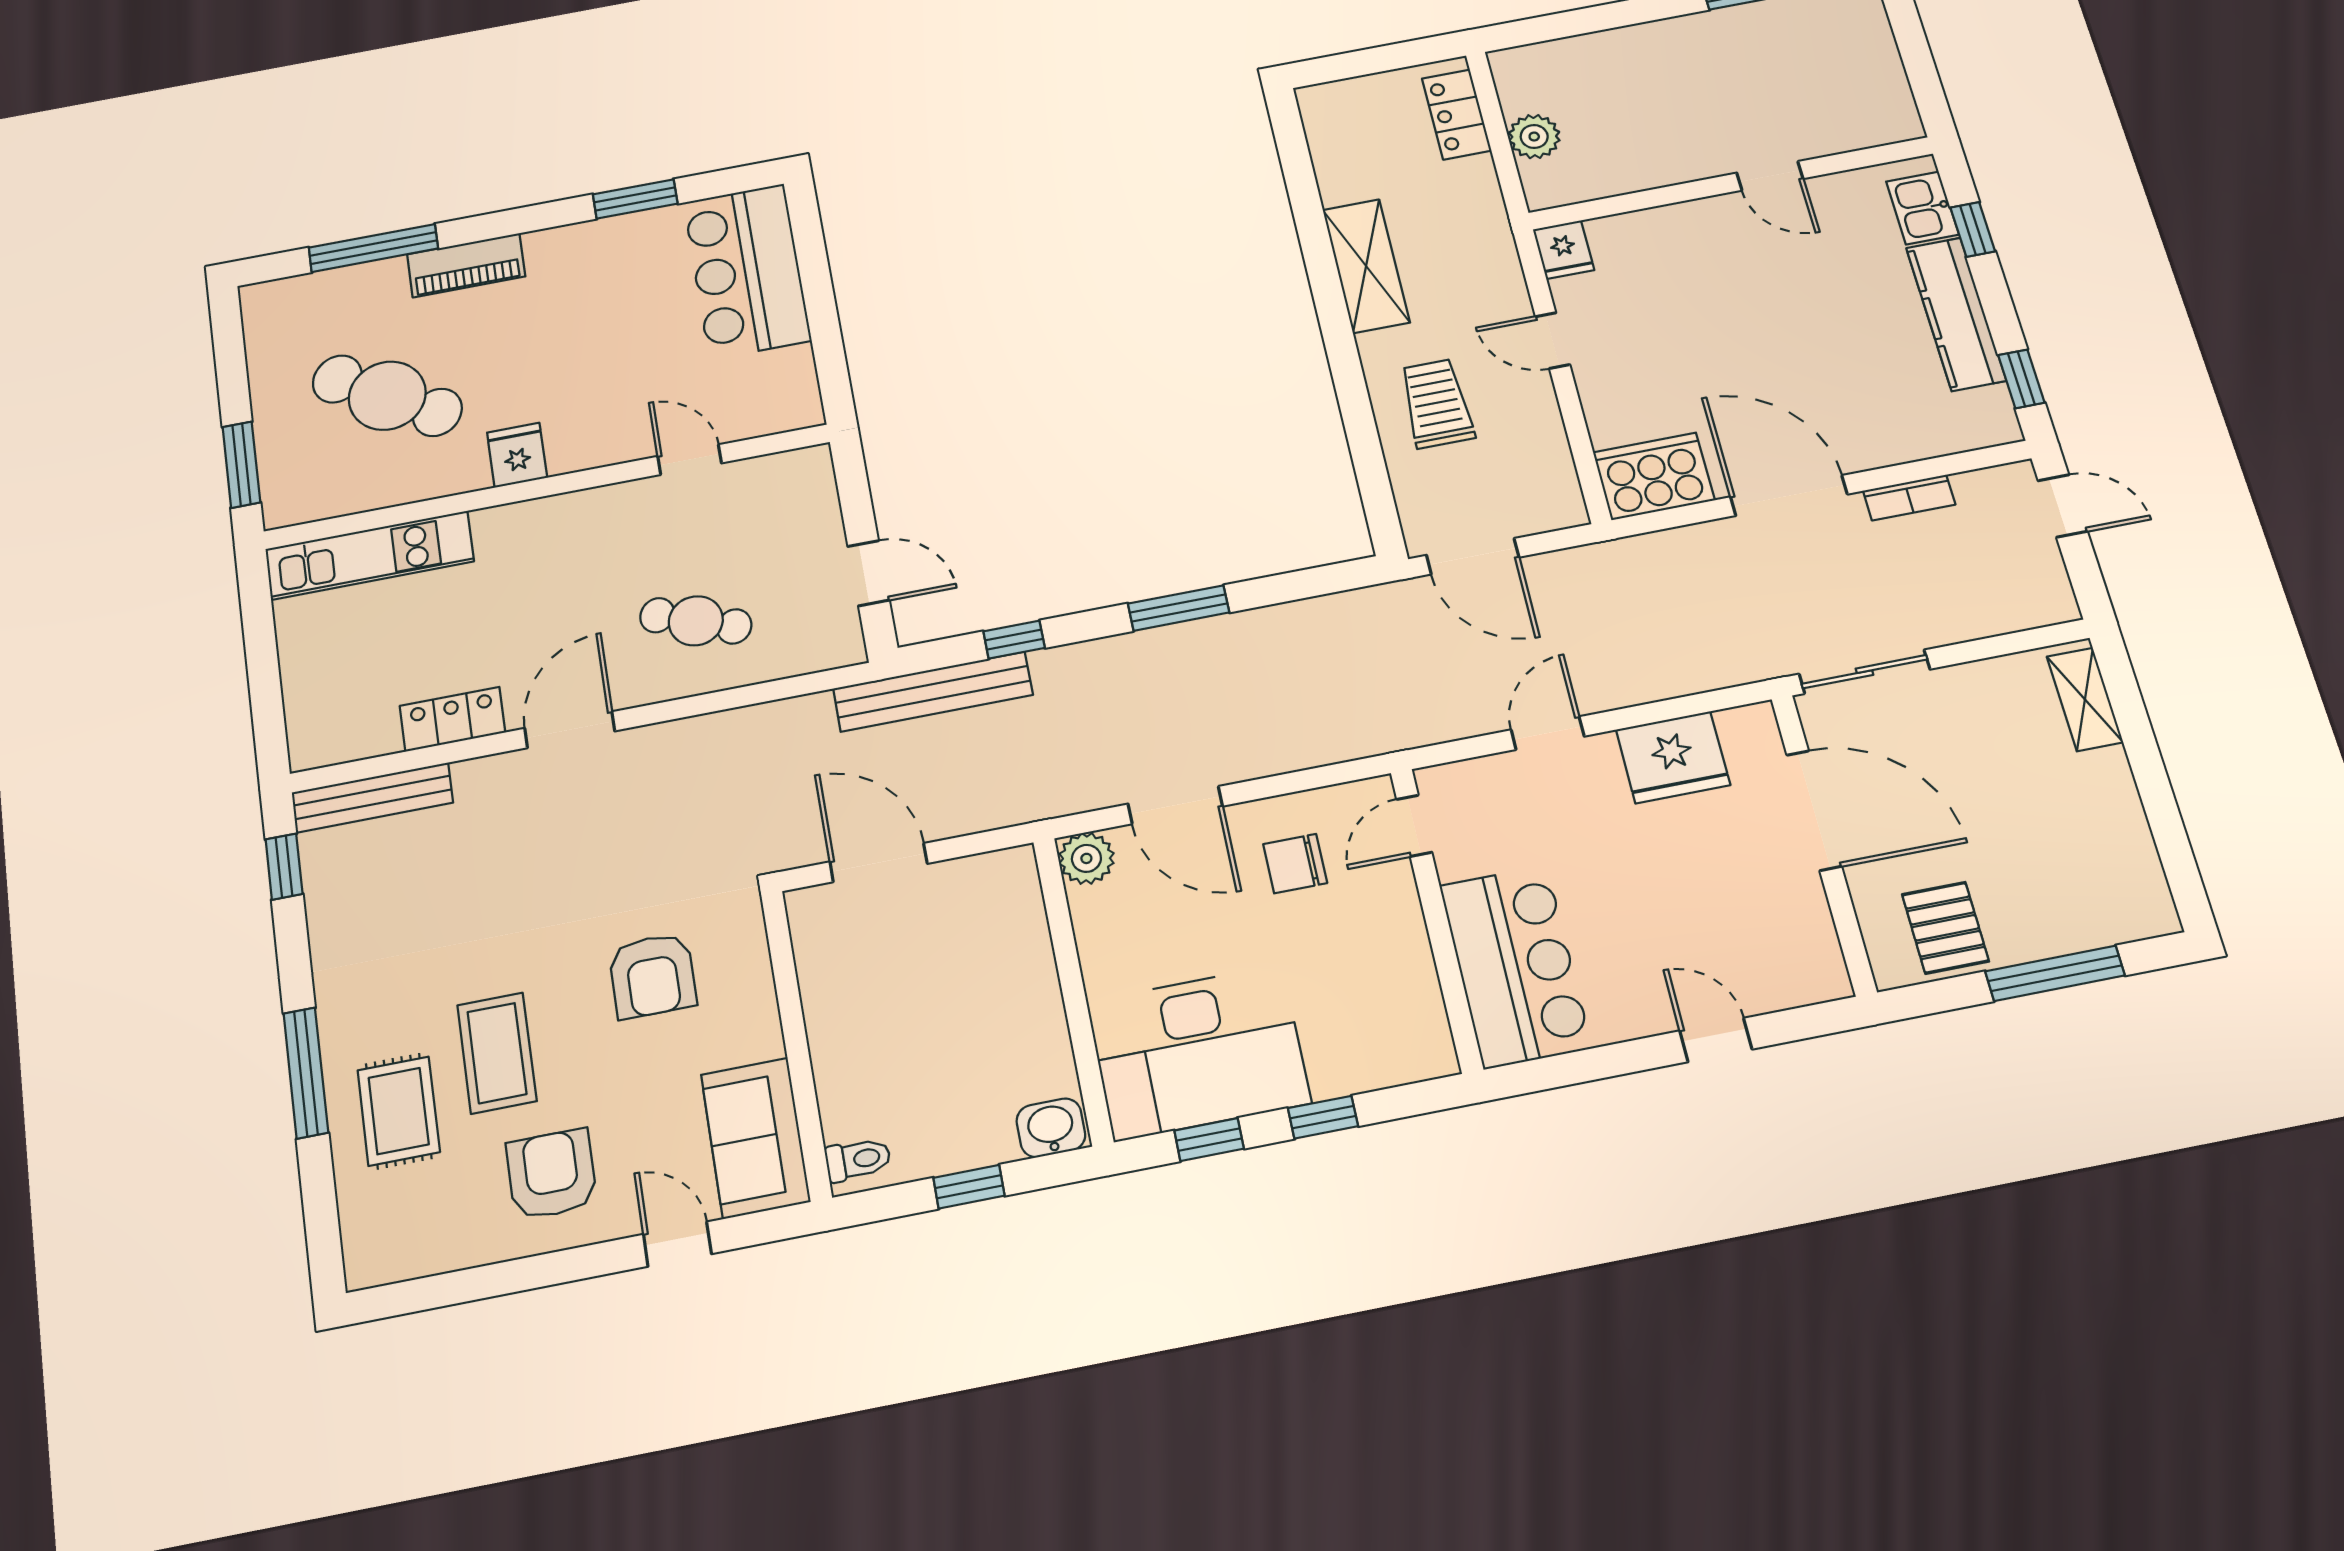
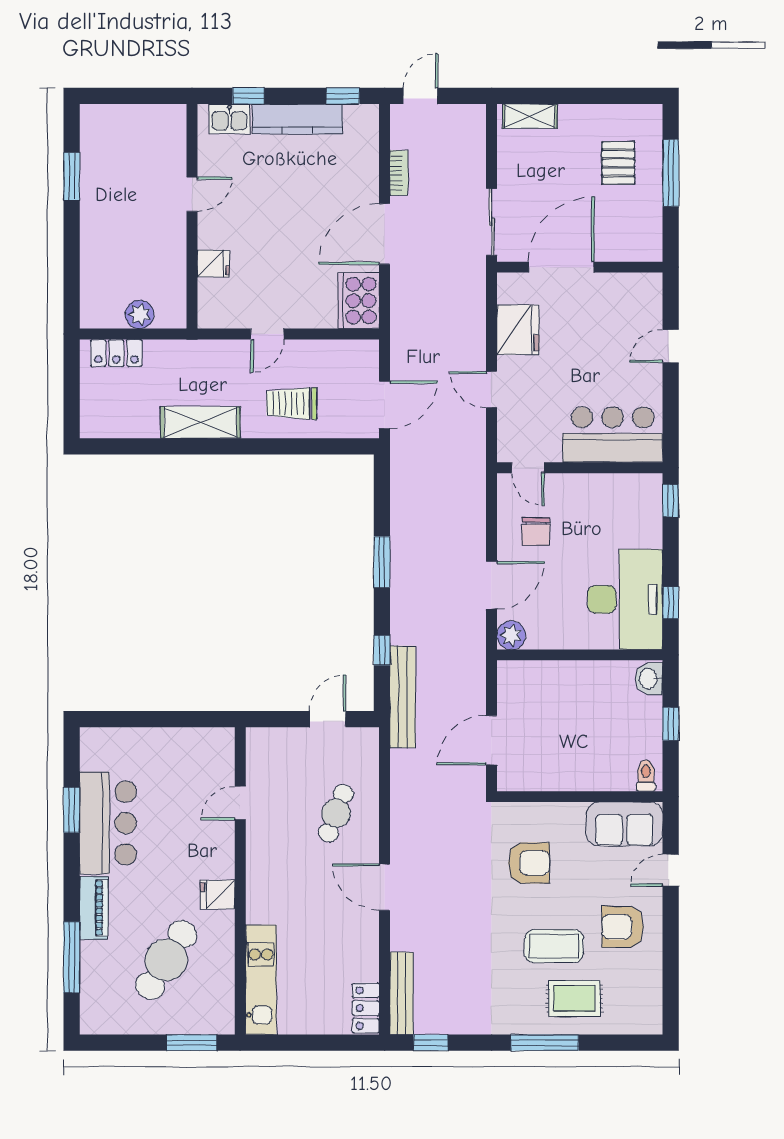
fridge: (1564, 250) -> (213, 263), moved
bar counter: (747, 271) -> (108, 823), moved, turned -90
locker: (452, 719) -> (366, 1008), moved
pallet: (1945, 928) -> (618, 163), moved, turned 90
window: (1323, 1117) -> (671, 501), moved

